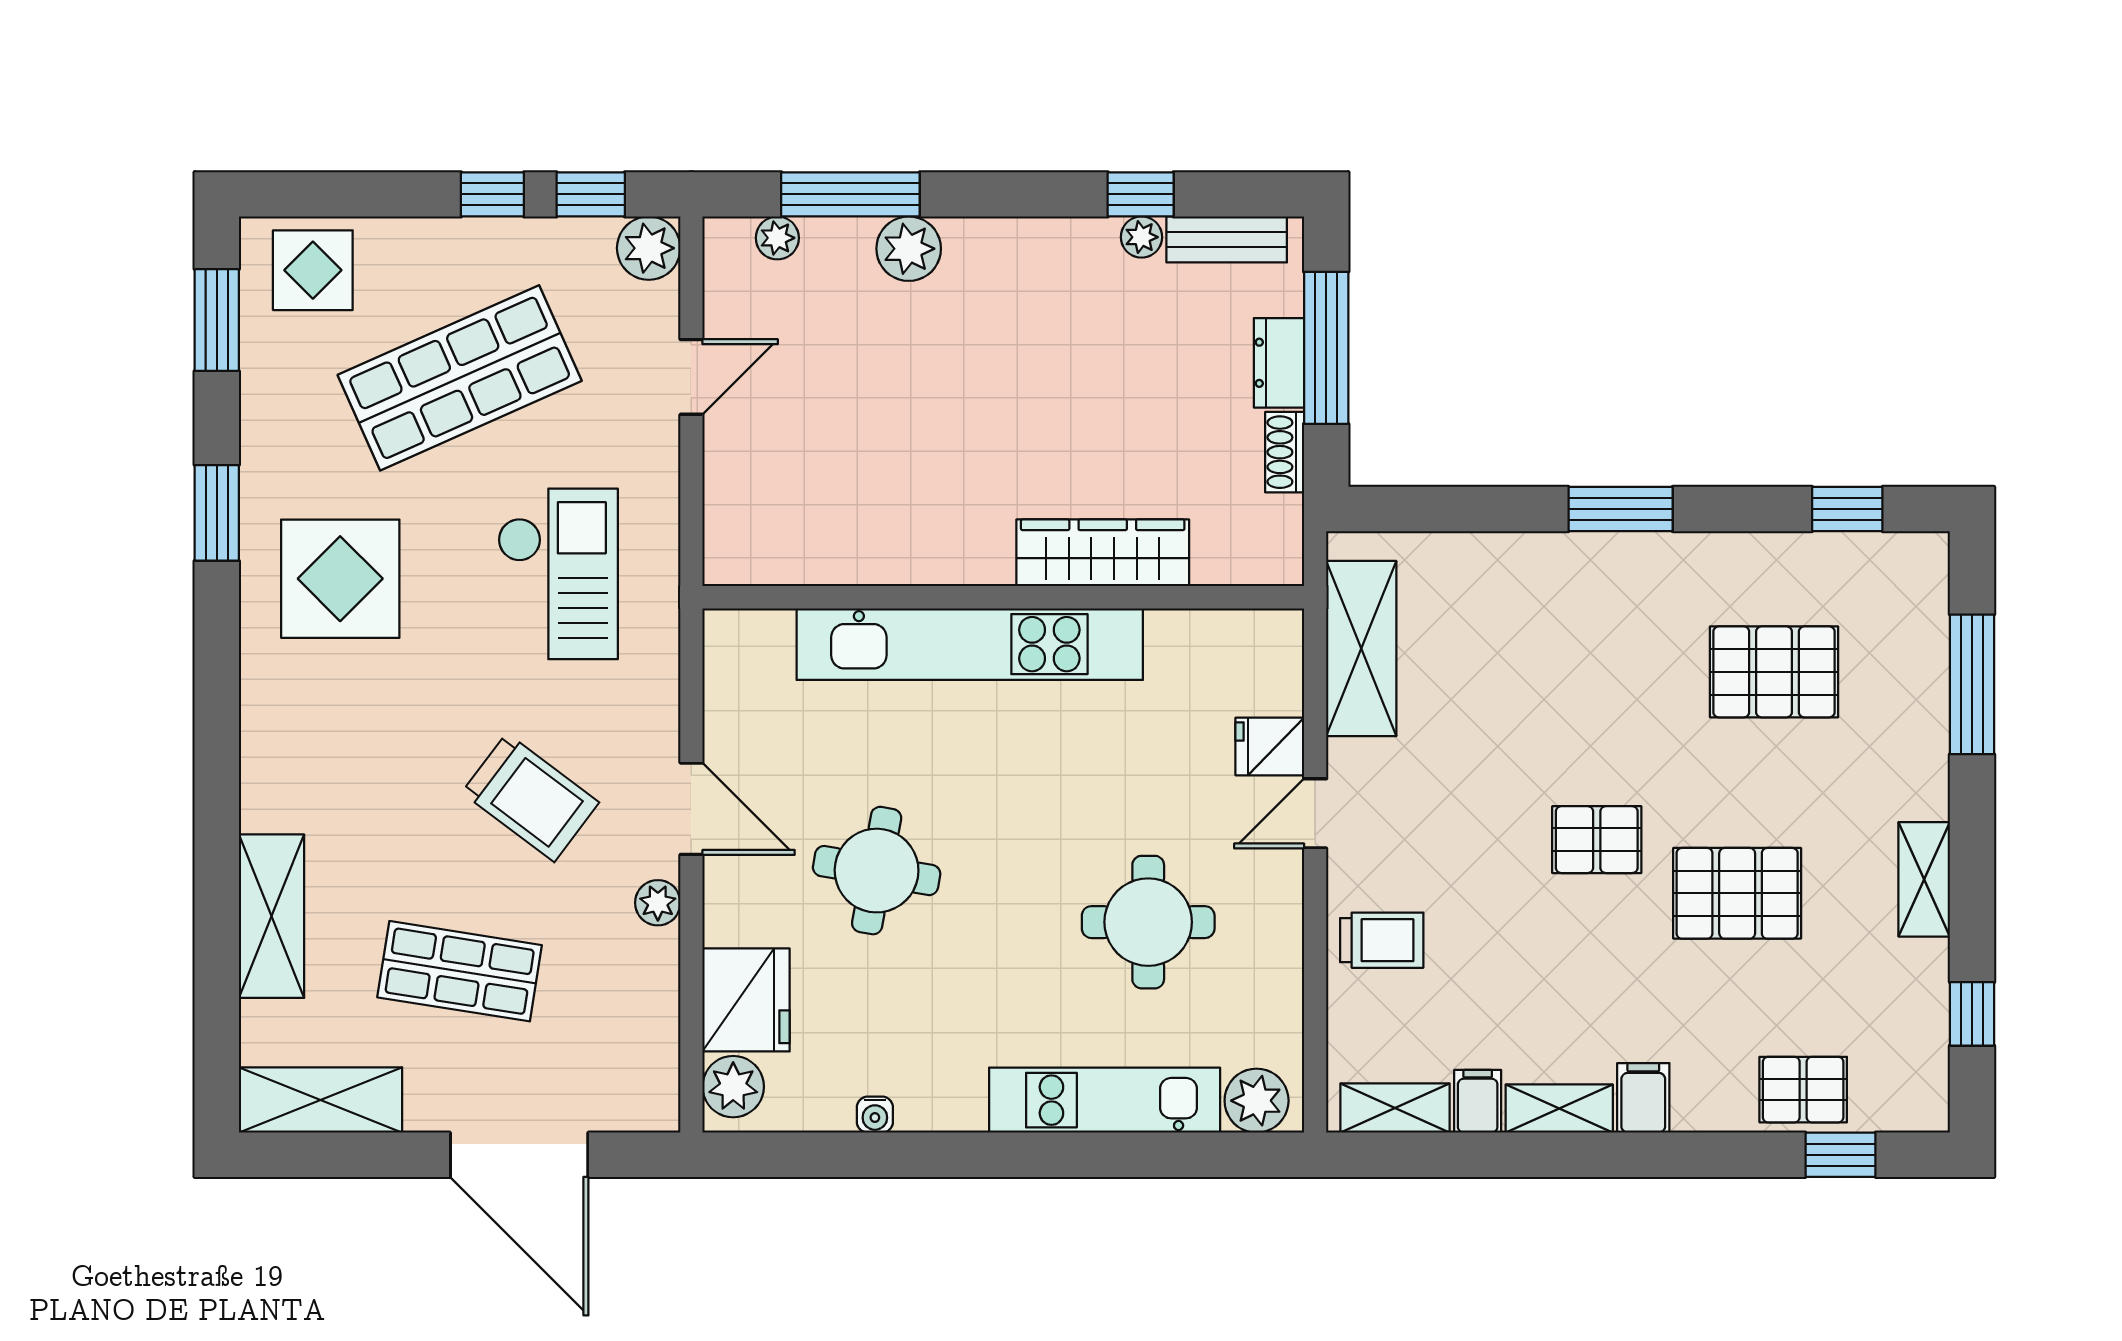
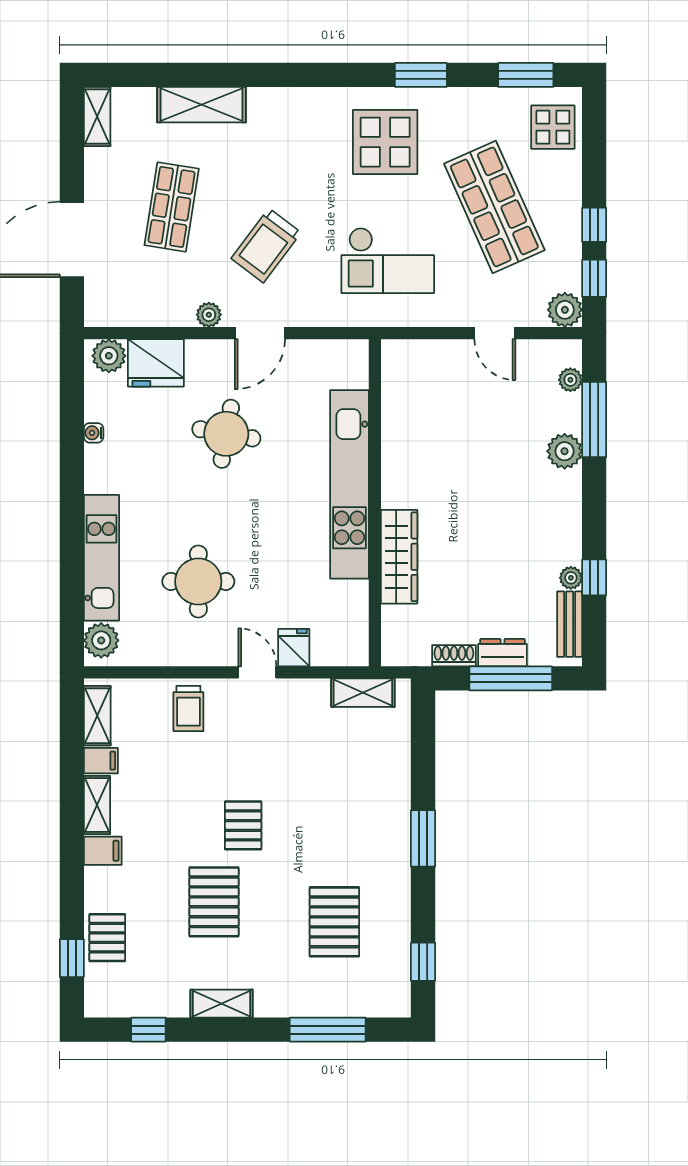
shelving: (1361, 649) -> (363, 693), width x0.67, depth x0.75
shelving: (320, 1100) -> (97, 117), width x0.67, depth x0.75

